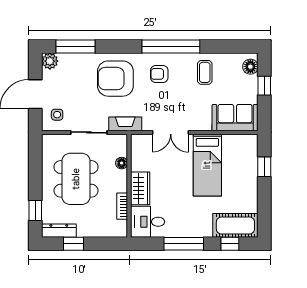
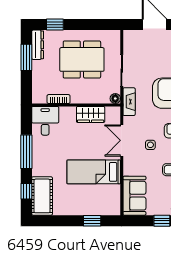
side table: (57, 115) -> (150, 145), moved
floor lamp: (122, 163) -> (115, 99), moved
wardrobe: (140, 188) -> (91, 114), moved
window: (74, 244) -> (26, 57), width x1.50

